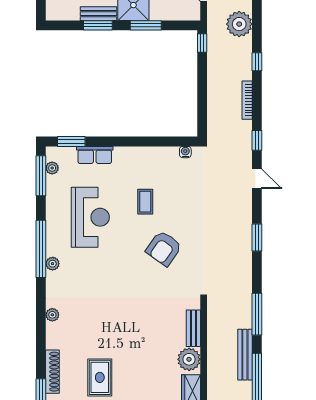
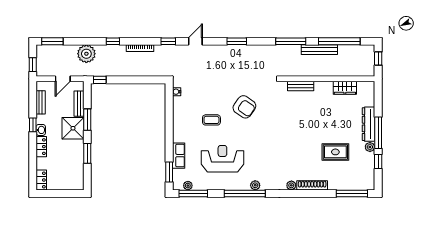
bench: (98, 14) -> (79, 104), moved
plant: (189, 359) -> (323, 89), removed
shoe rack: (52, 372) -> (312, 185), moved

